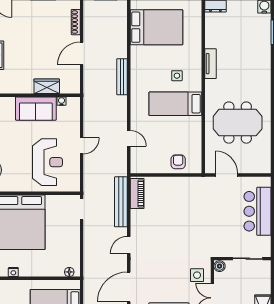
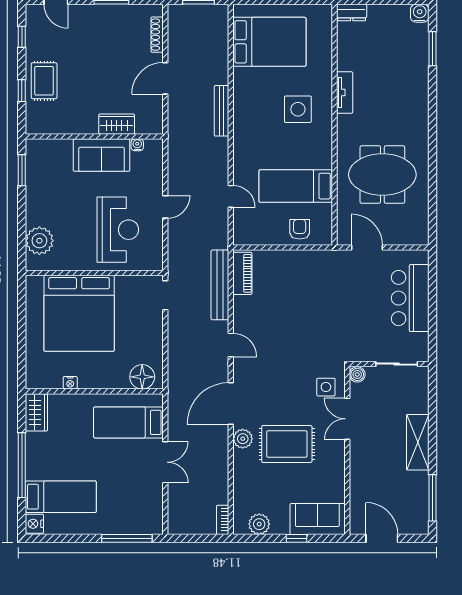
side table: (177, 76) -> (298, 109), width x1.87, depth x1.87
bed: (175, 104) -> (296, 186), moved
door: (129, 245) -> (231, 345), swing flipped
floor lamp: (69, 272) -> (142, 377), width x1.89, depth x1.89

